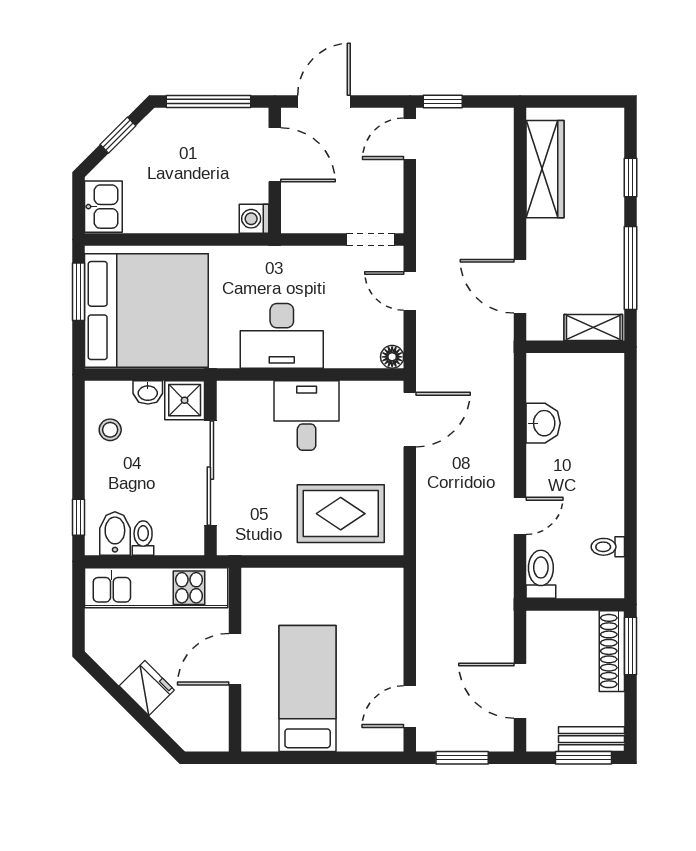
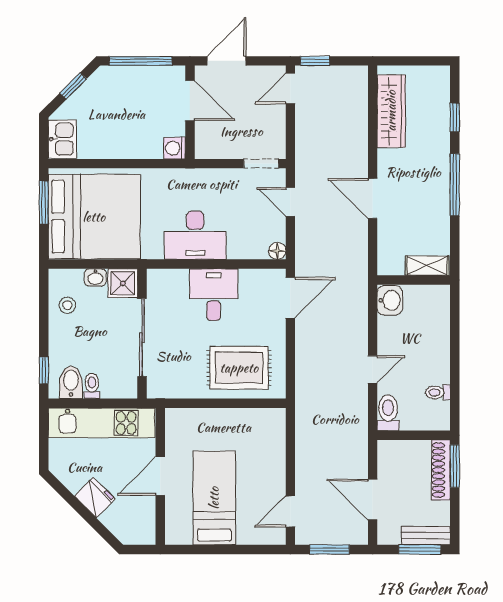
shelving: (593, 328) -> (427, 266), moved
wall: (575, 347) -> (414, 280), moved

